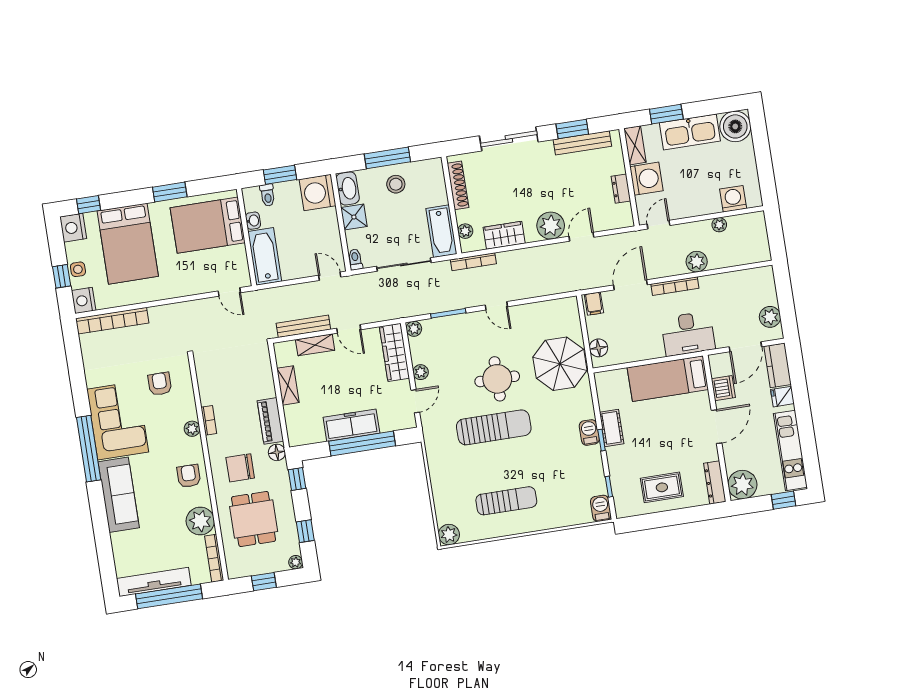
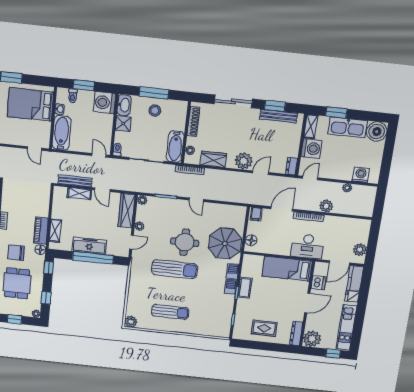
dresser: (621, 189) -> (291, 166), moved
shelving: (288, 385) -> (55, 231), moved
barbecue: (601, 508) -> (233, 271), moved

